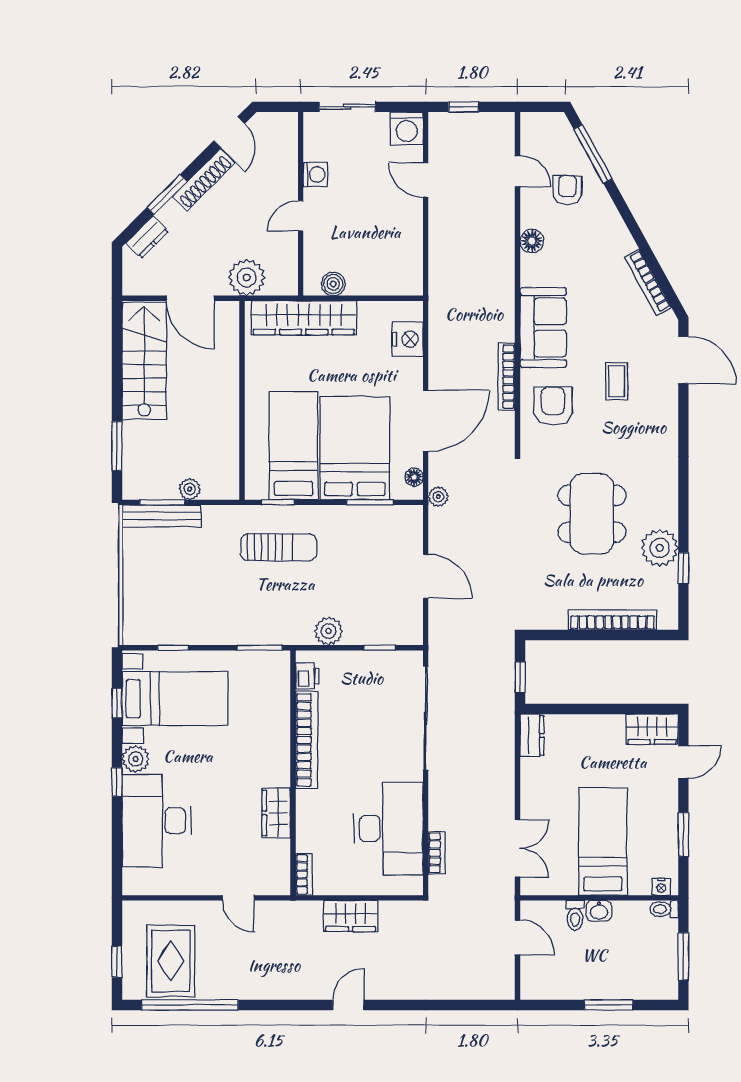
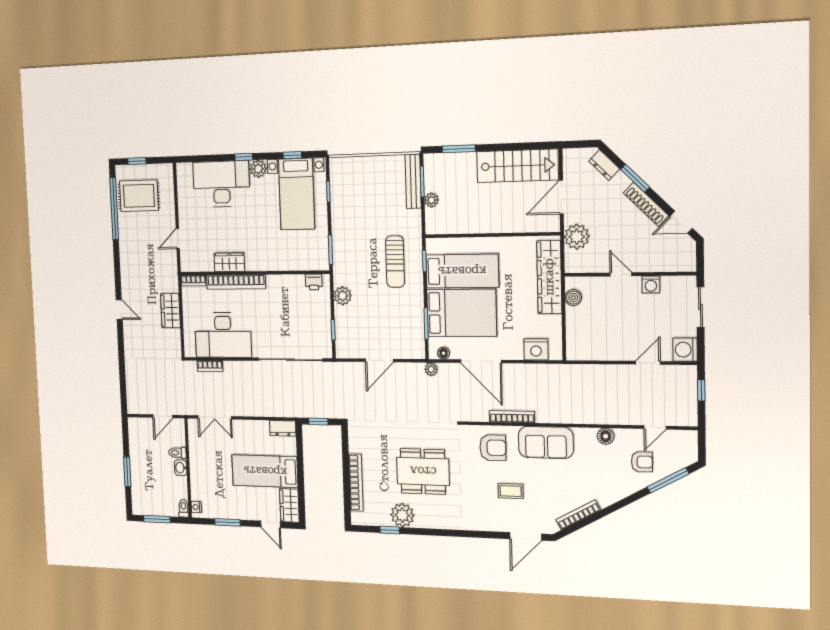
bookcase: (307, 740) -> (236, 282), moved
bed: (603, 841) -> (265, 471), moved, turned 180

